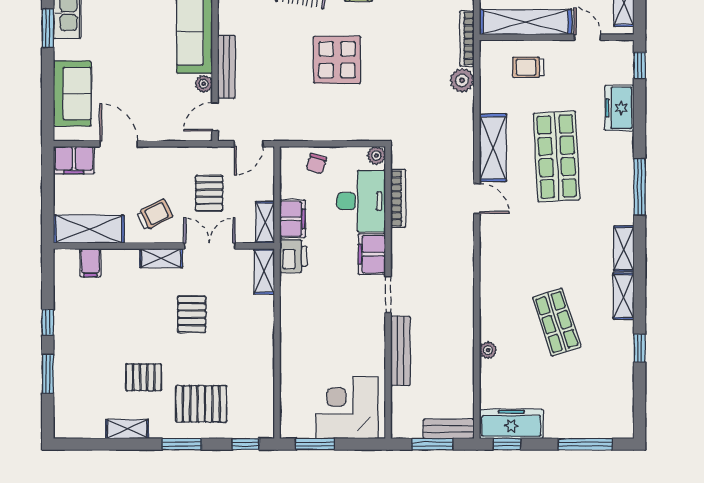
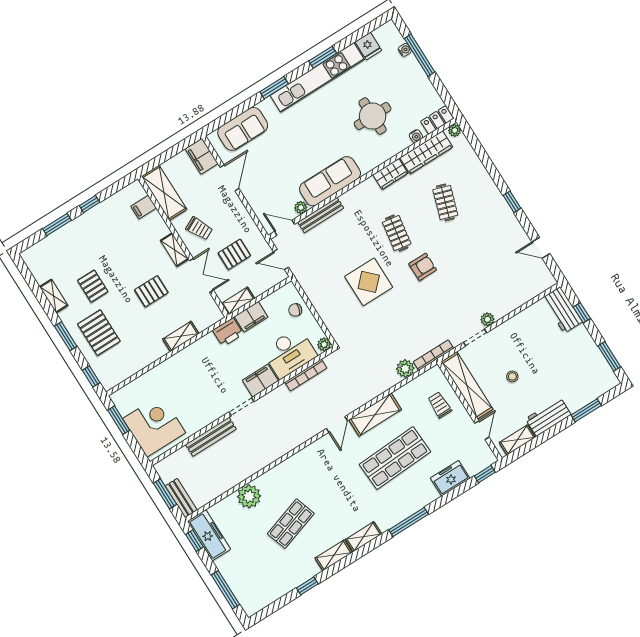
shelving: (264, 271) -> (181, 336), moved
plant: (488, 350) -> (249, 496), width x1.88, depth x1.88

